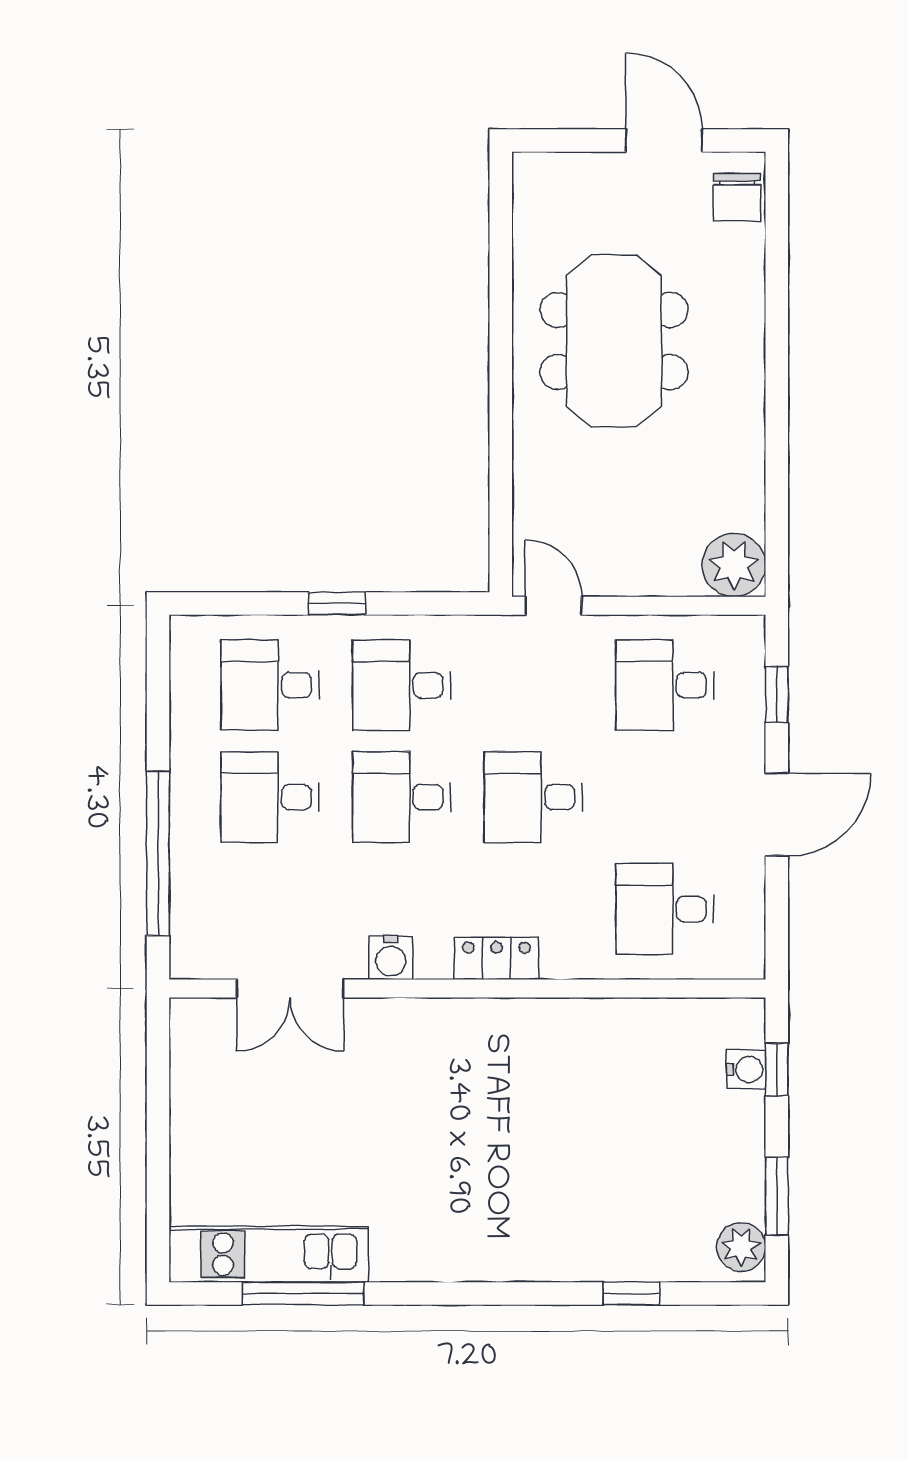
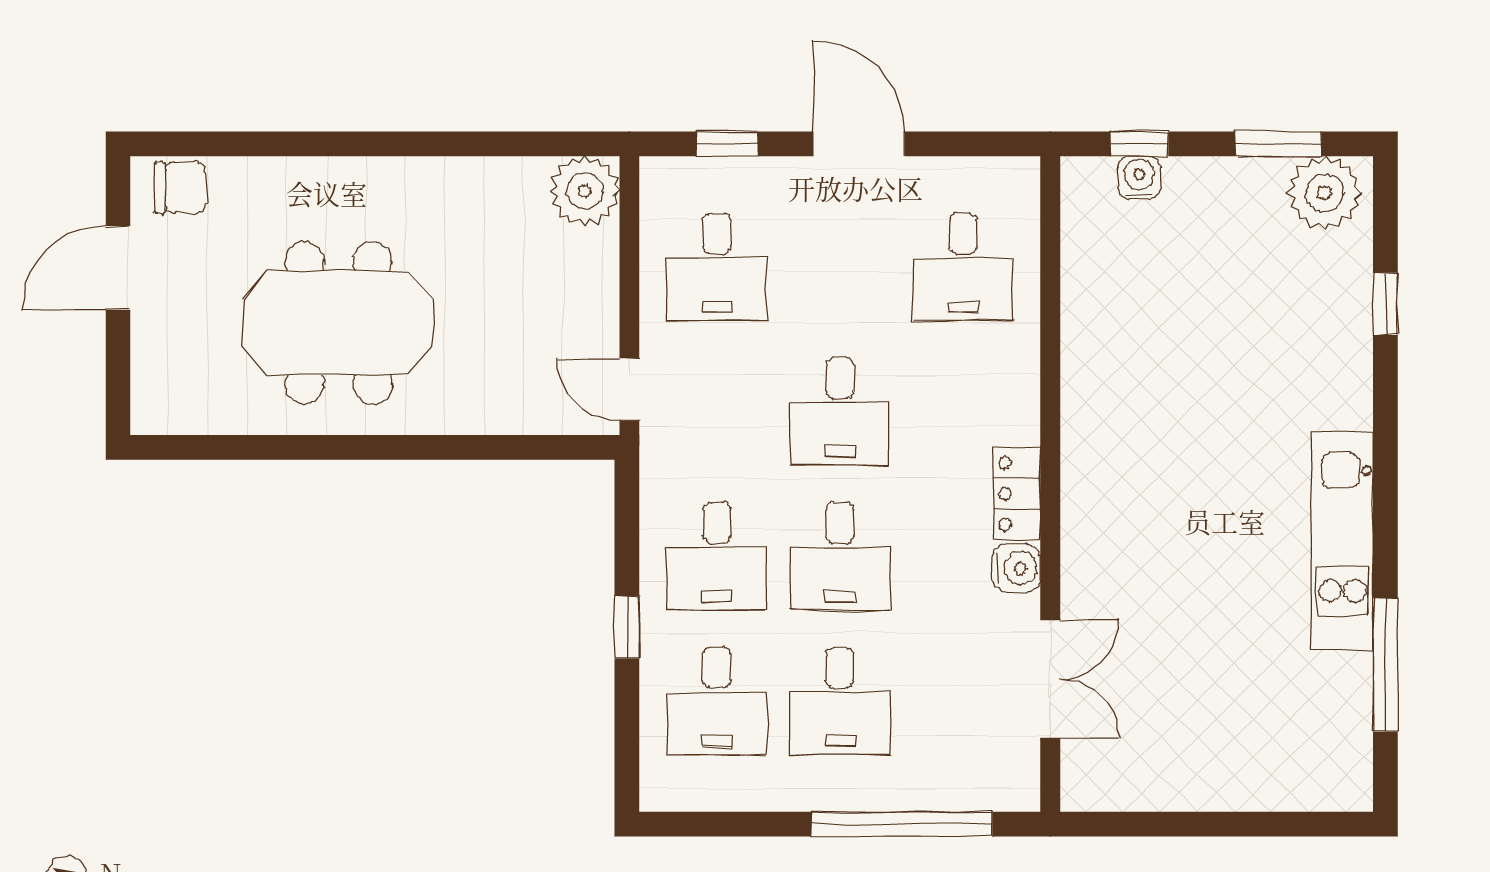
door: (554, 606) -> (629, 389), hinge flipped
locker: (497, 958) -> (1017, 494), moved
plant: (741, 1247) -> (1325, 193), width x1.36, depth x1.36
kitchen unit: (269, 1254) -> (1342, 541), moved

